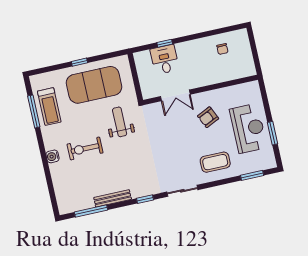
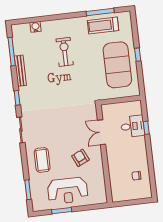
weight bench: (120, 122) -> (84, 83), removed
water cooler: (53, 156) -> (36, 27), moved

